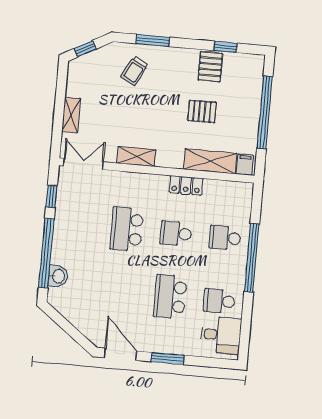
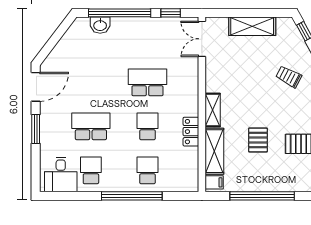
shelving: (71, 115) -> (252, 26), width x1.50, depth x1.33
shelving: (136, 157) -> (213, 110), moved
double door: (83, 164) -> (202, 39), swing flipped

